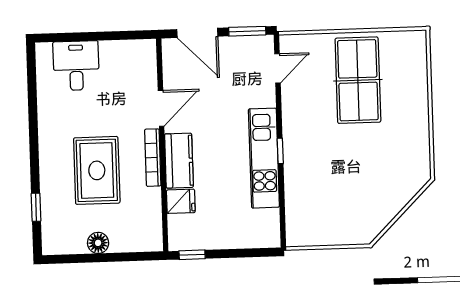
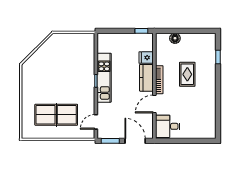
desk: (76, 66) -> (168, 126), moved, turned 90
table tennis table: (358, 80) -> (56, 115), turned 90
rug: (97, 170) -> (187, 74), width x0.73, depth x0.70
floor lamp: (98, 243) -> (175, 38), moved

